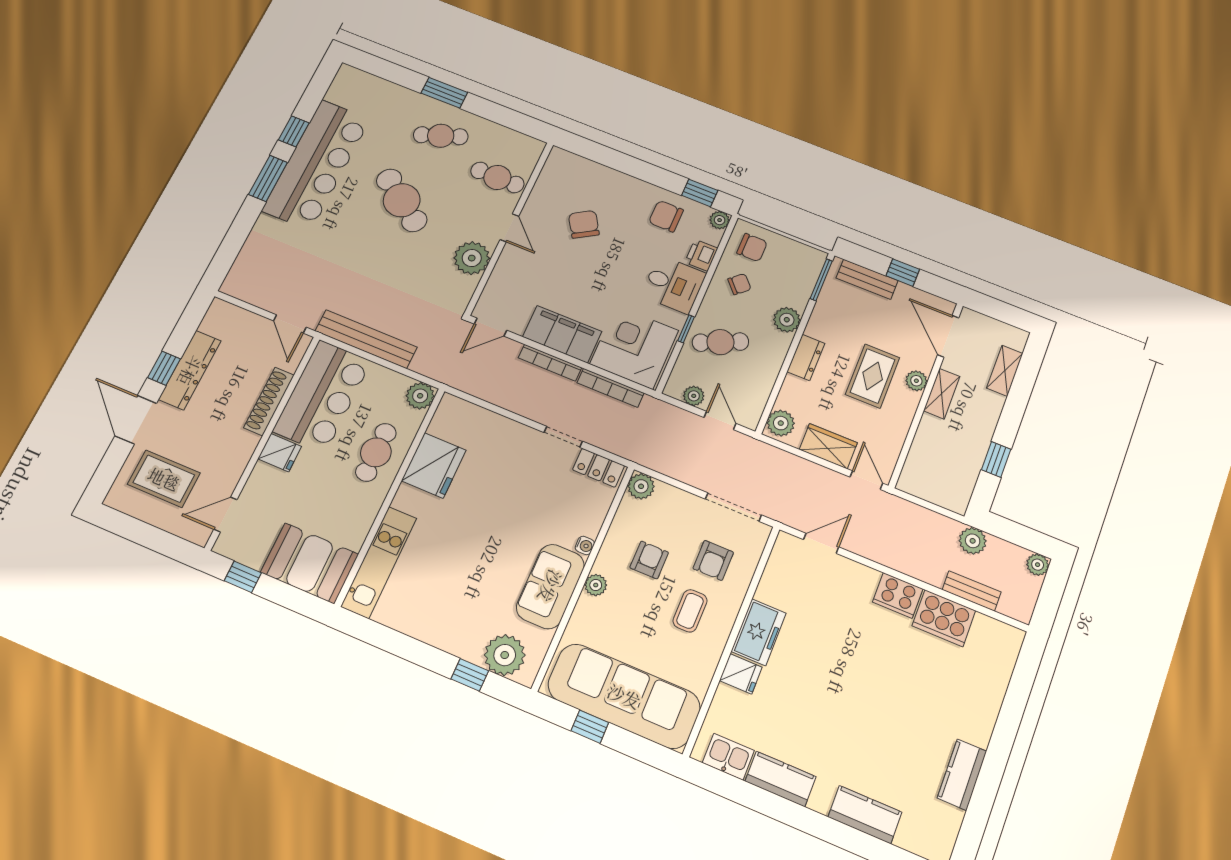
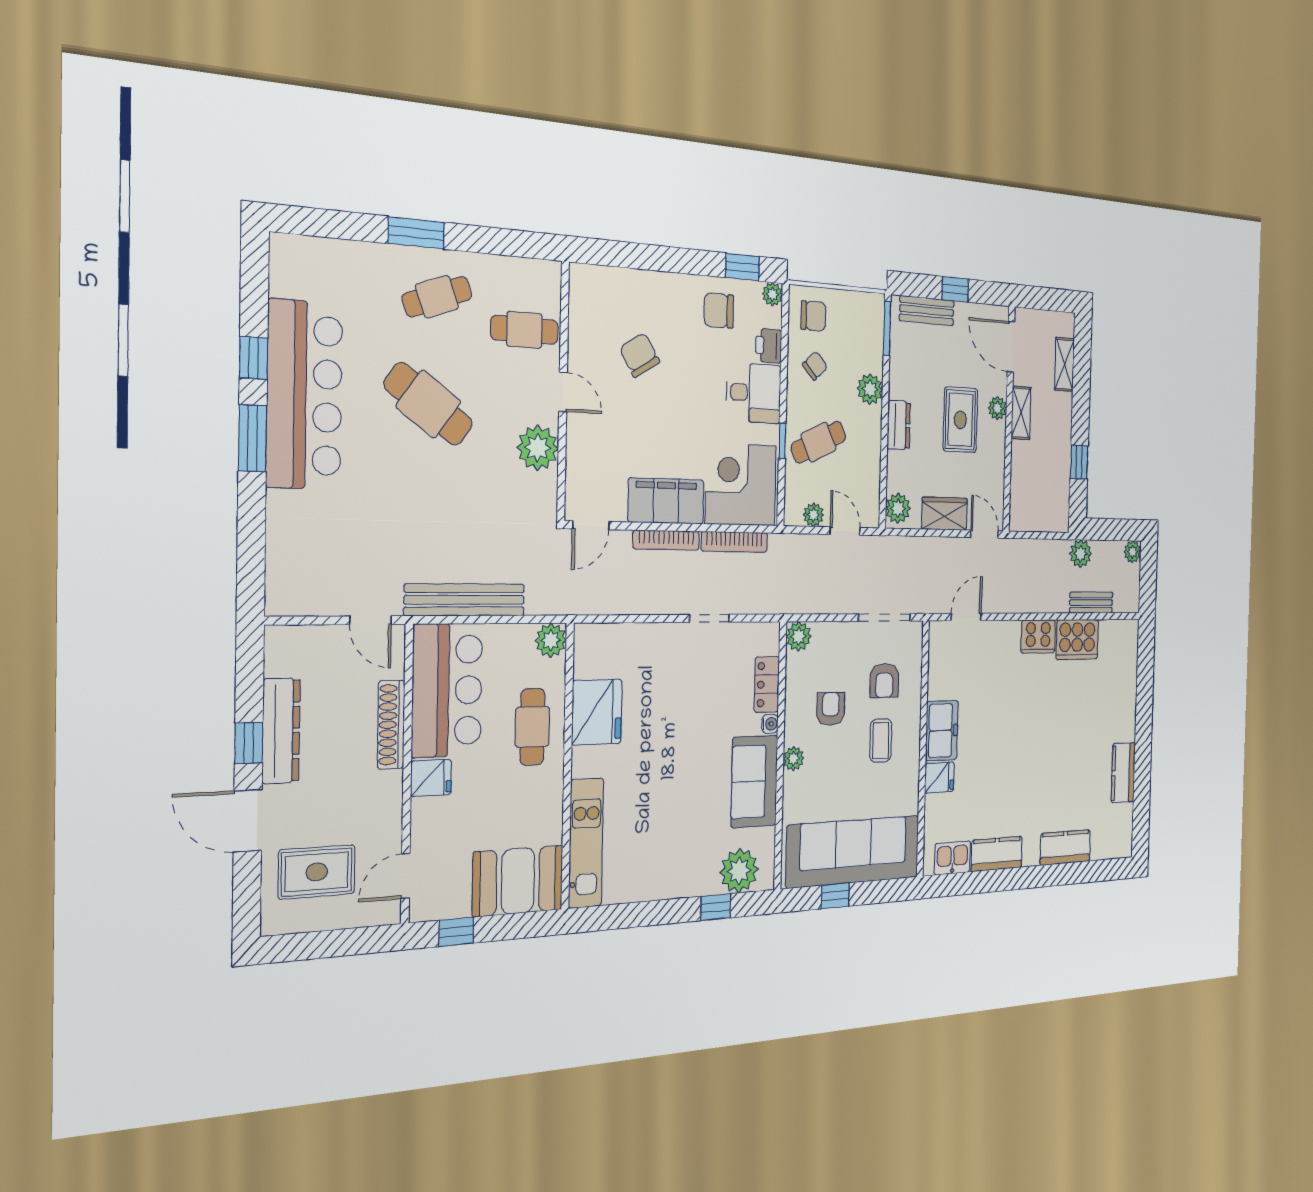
locker: (599, 468) -> (767, 684), moved, turned 90

